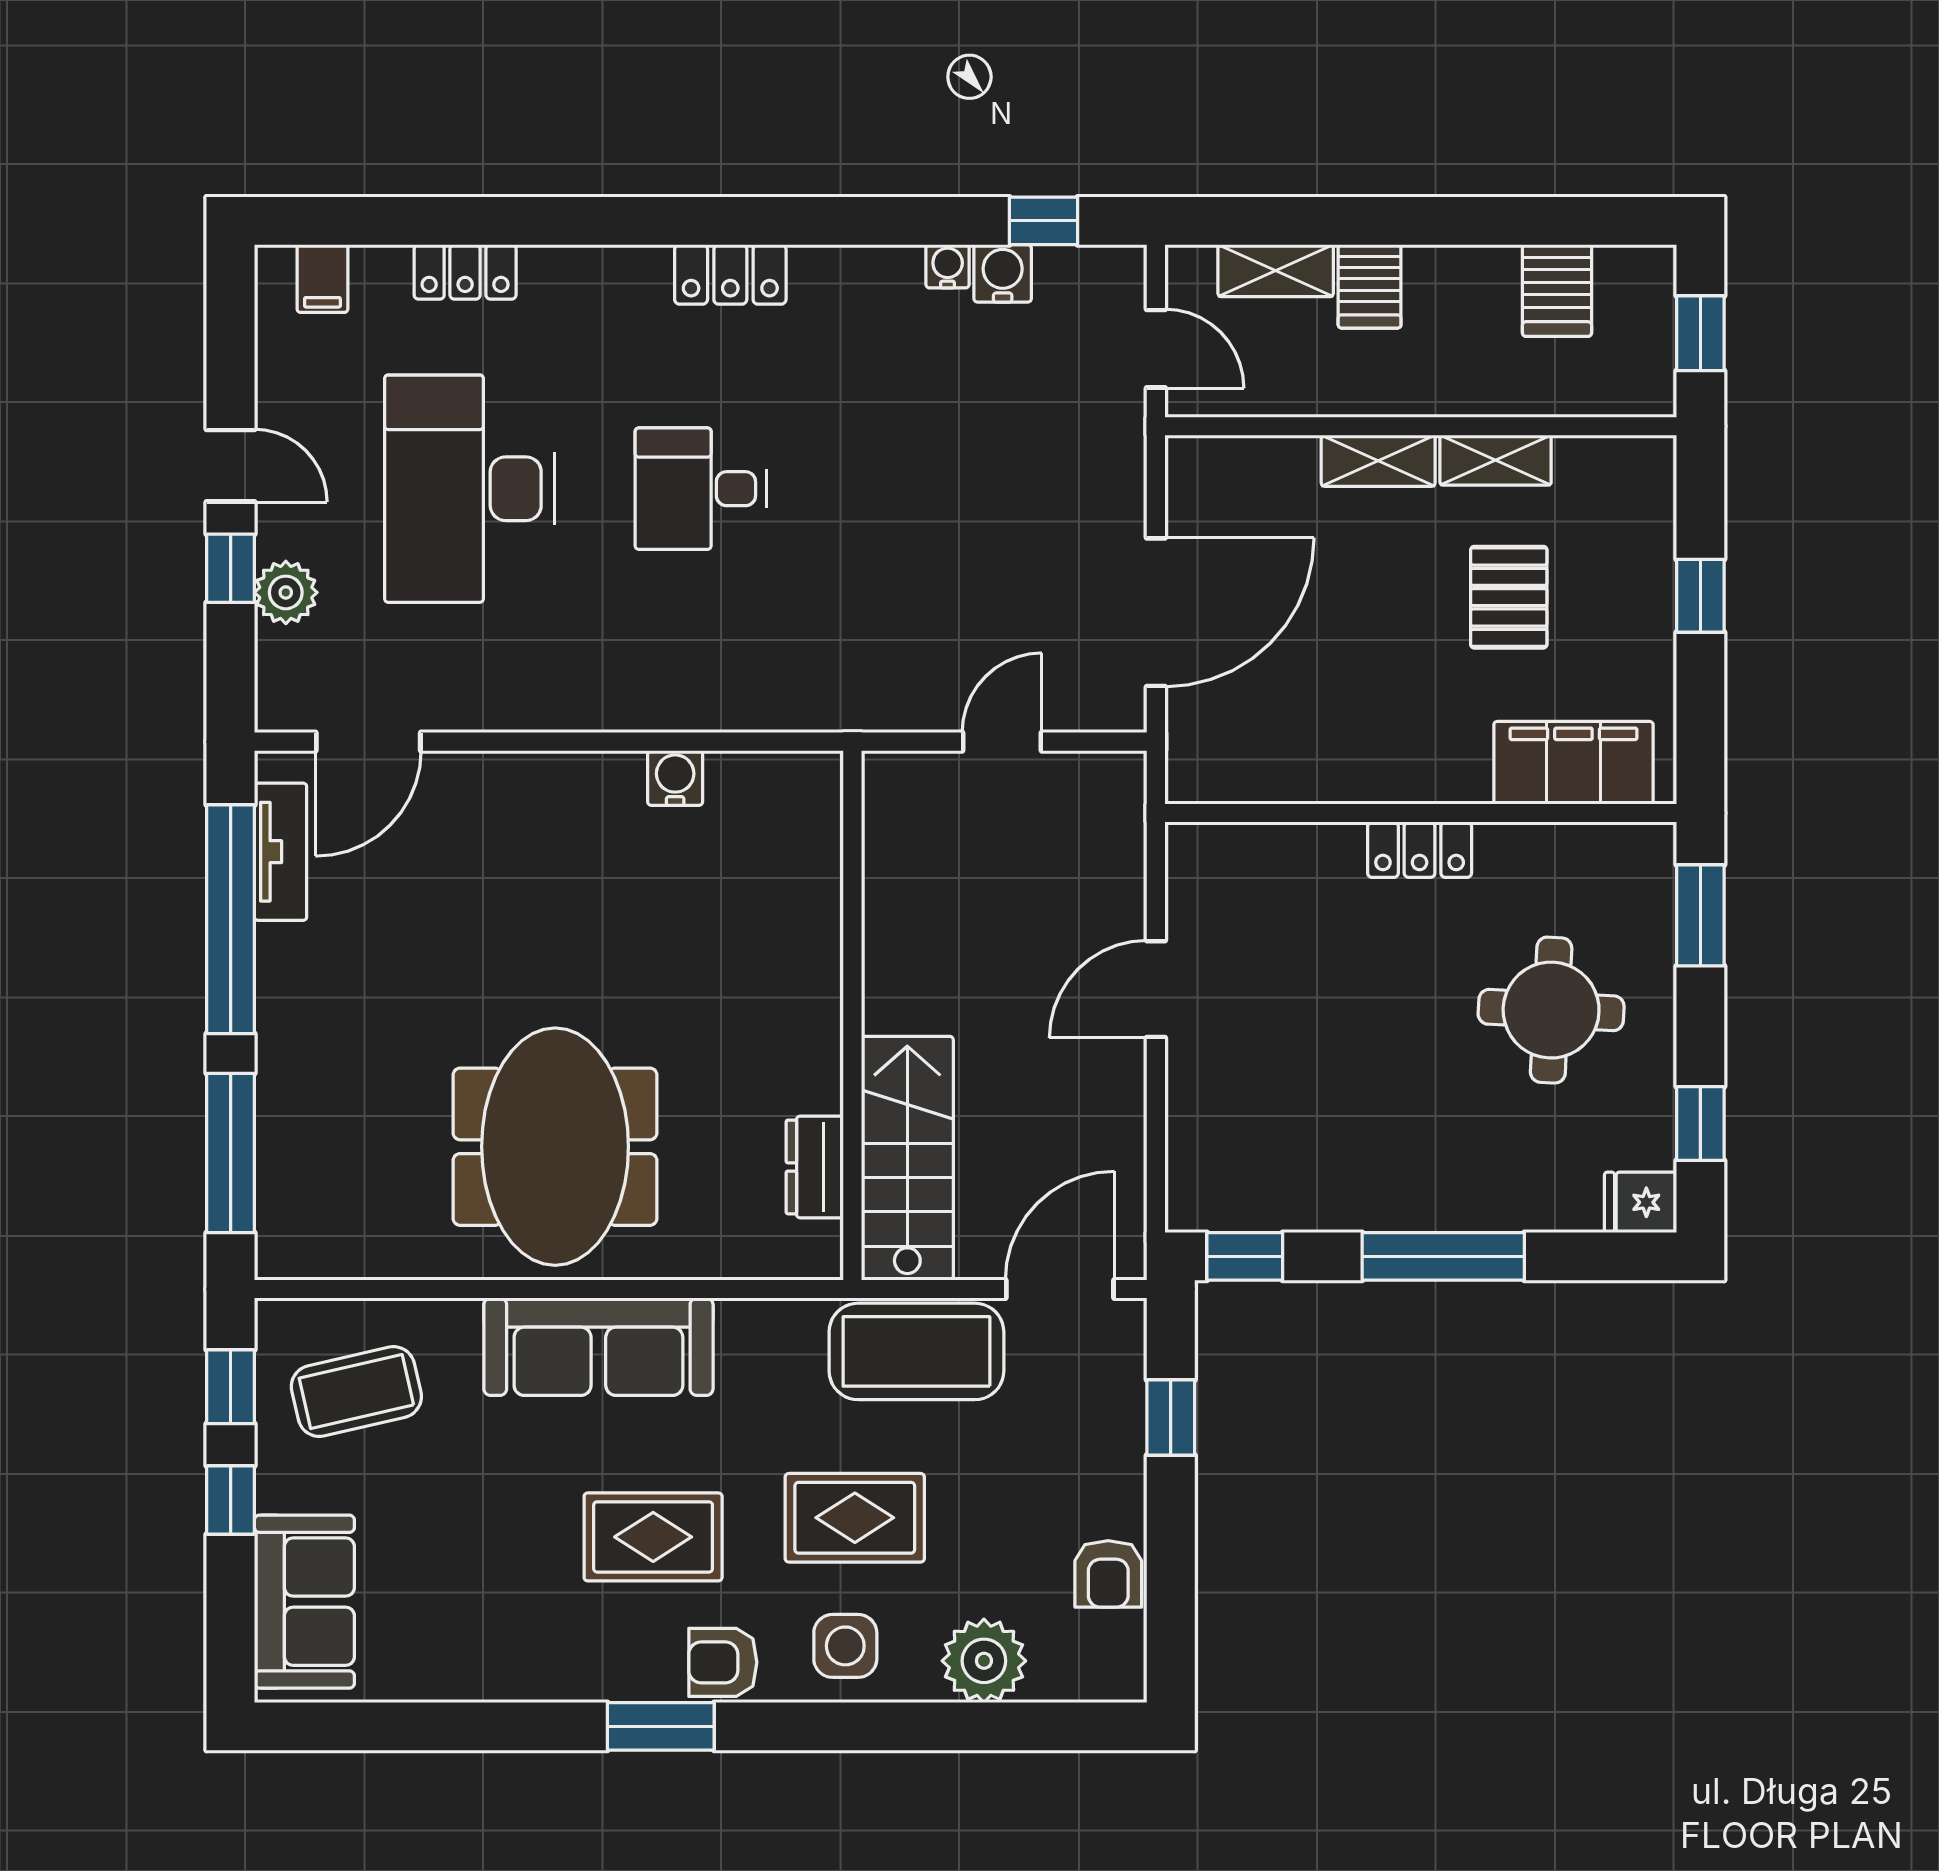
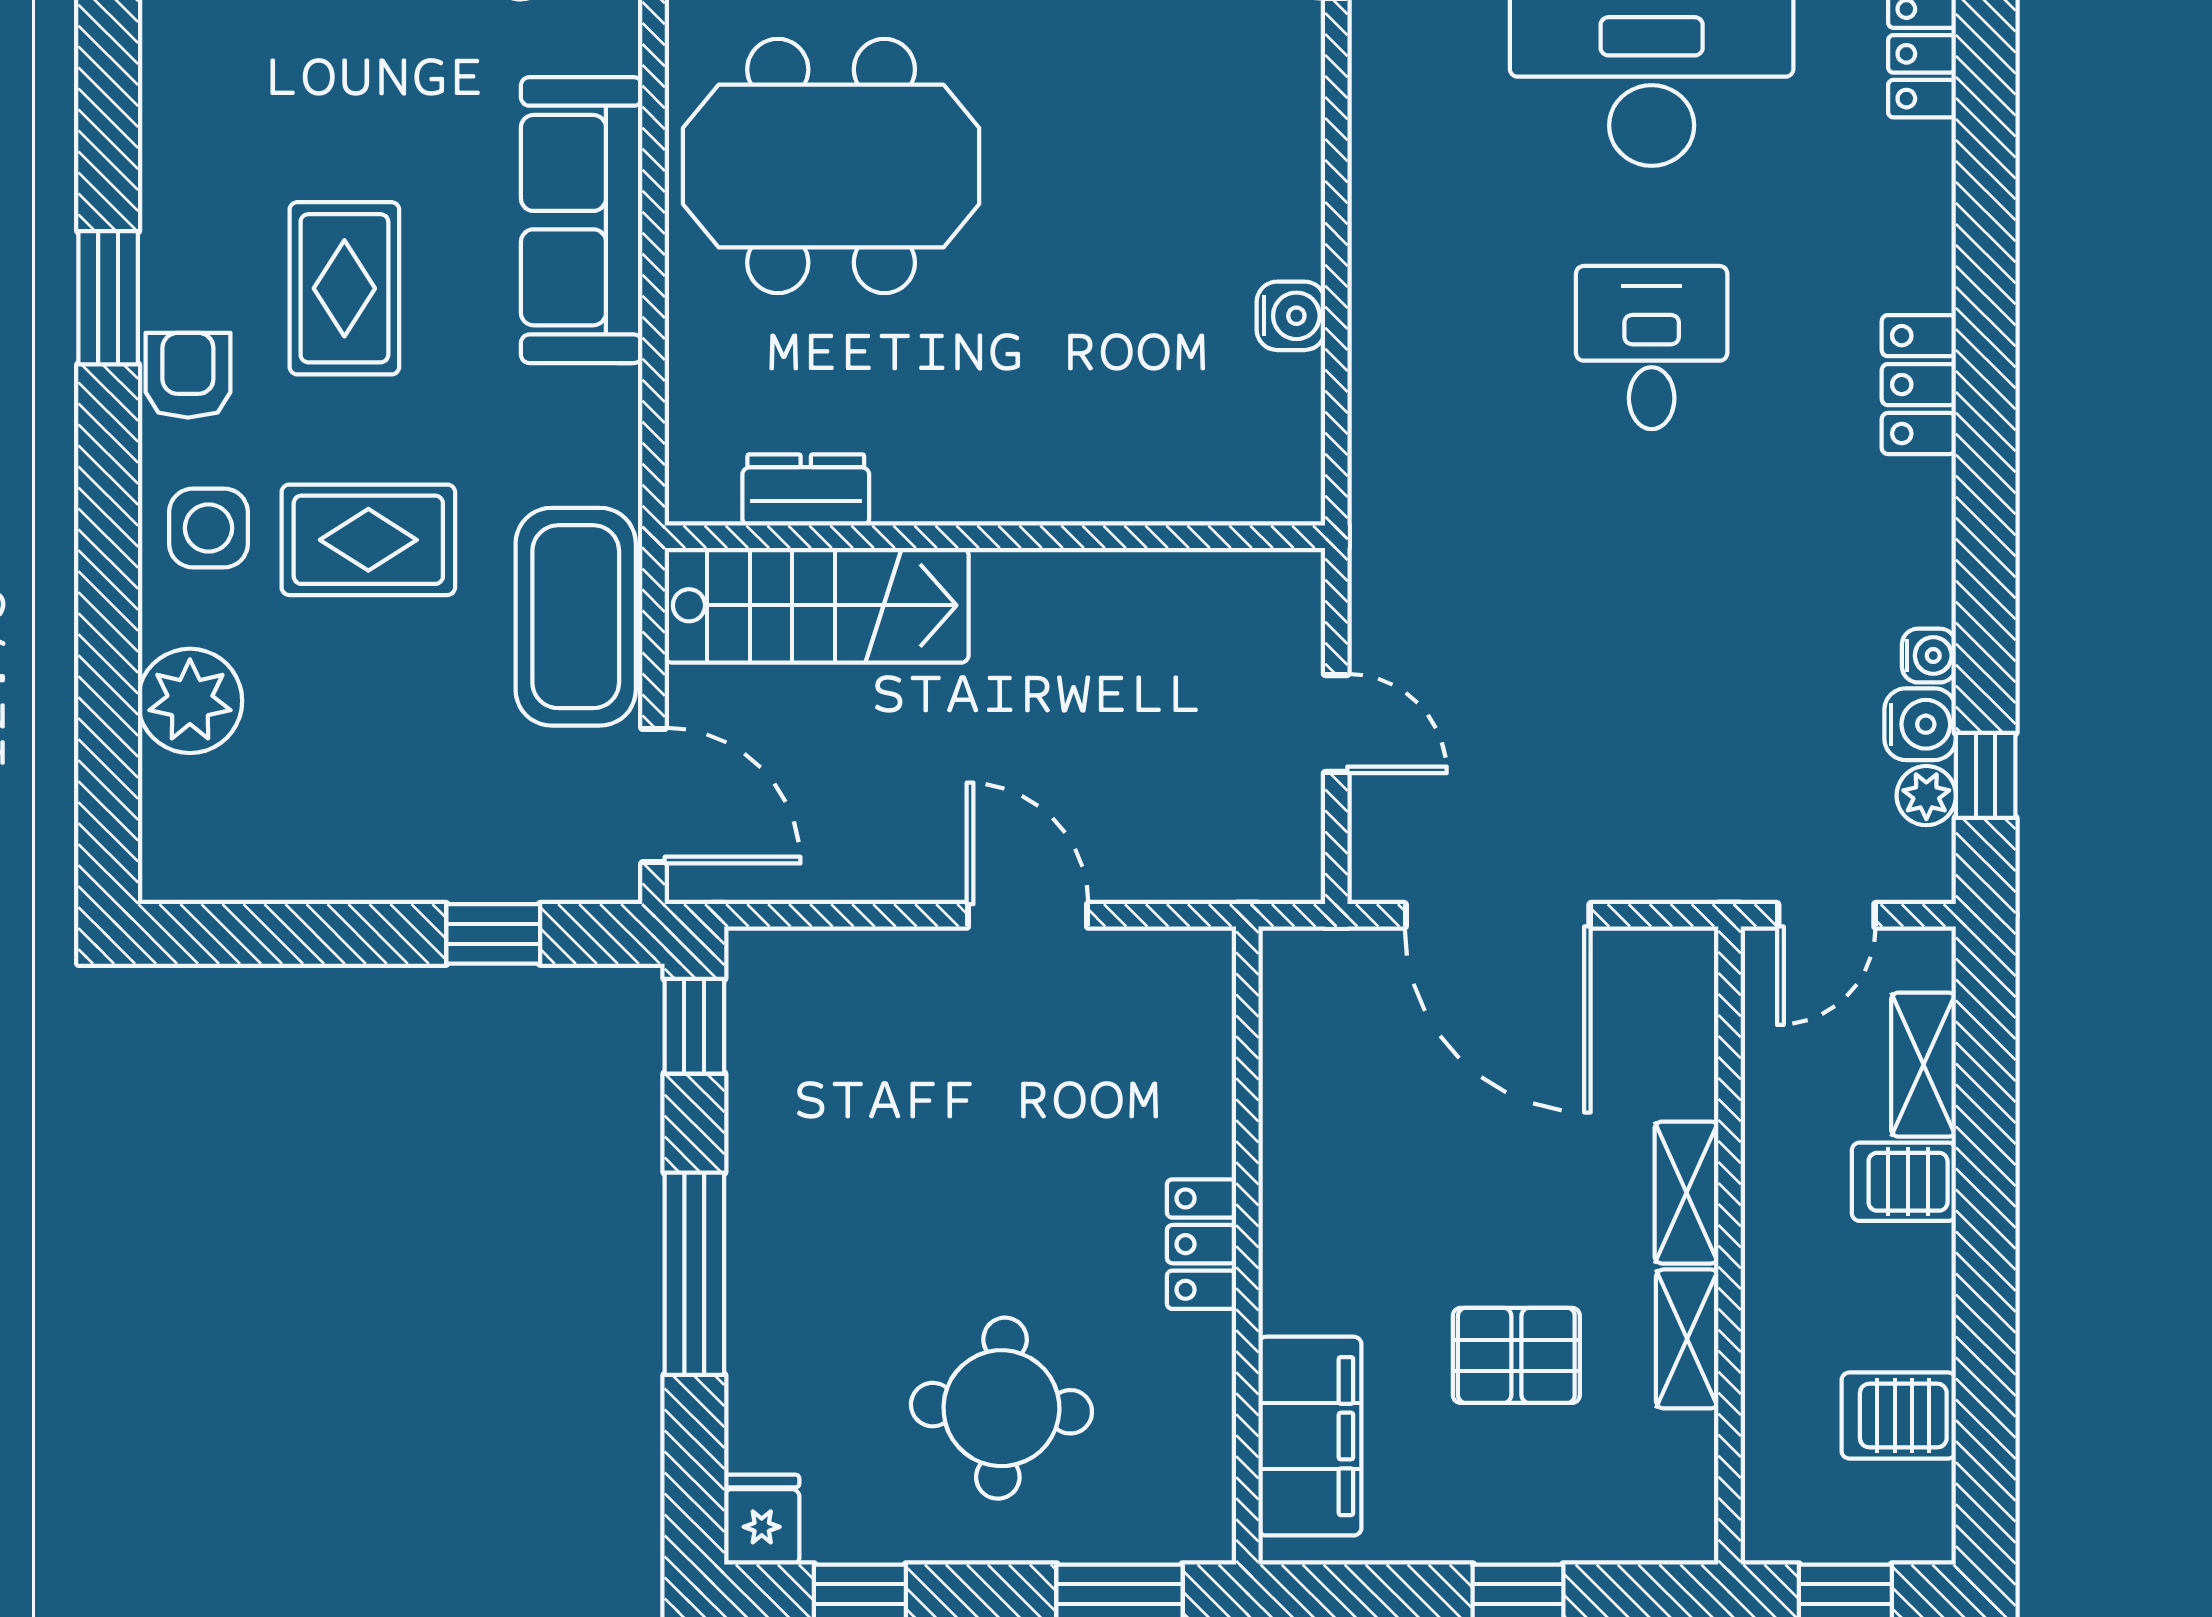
plant: (1060, 268) -> (1926, 796), added
rug: (855, 1518) -> (368, 540), turned 90
armchair: (1108, 1574) -> (298, 856), removed

